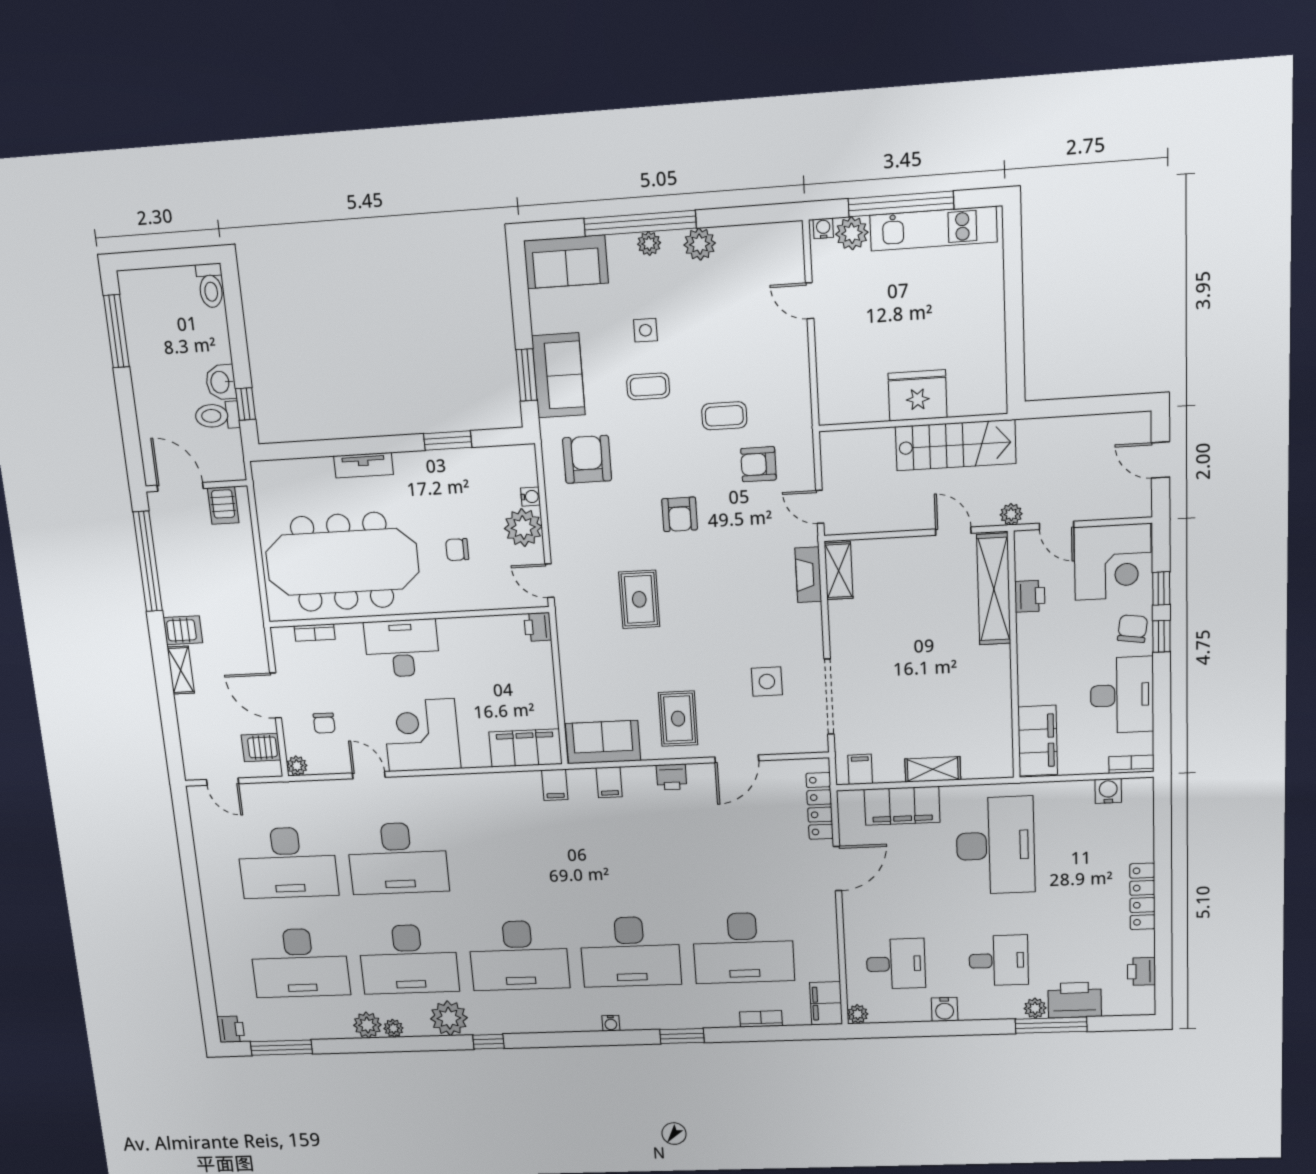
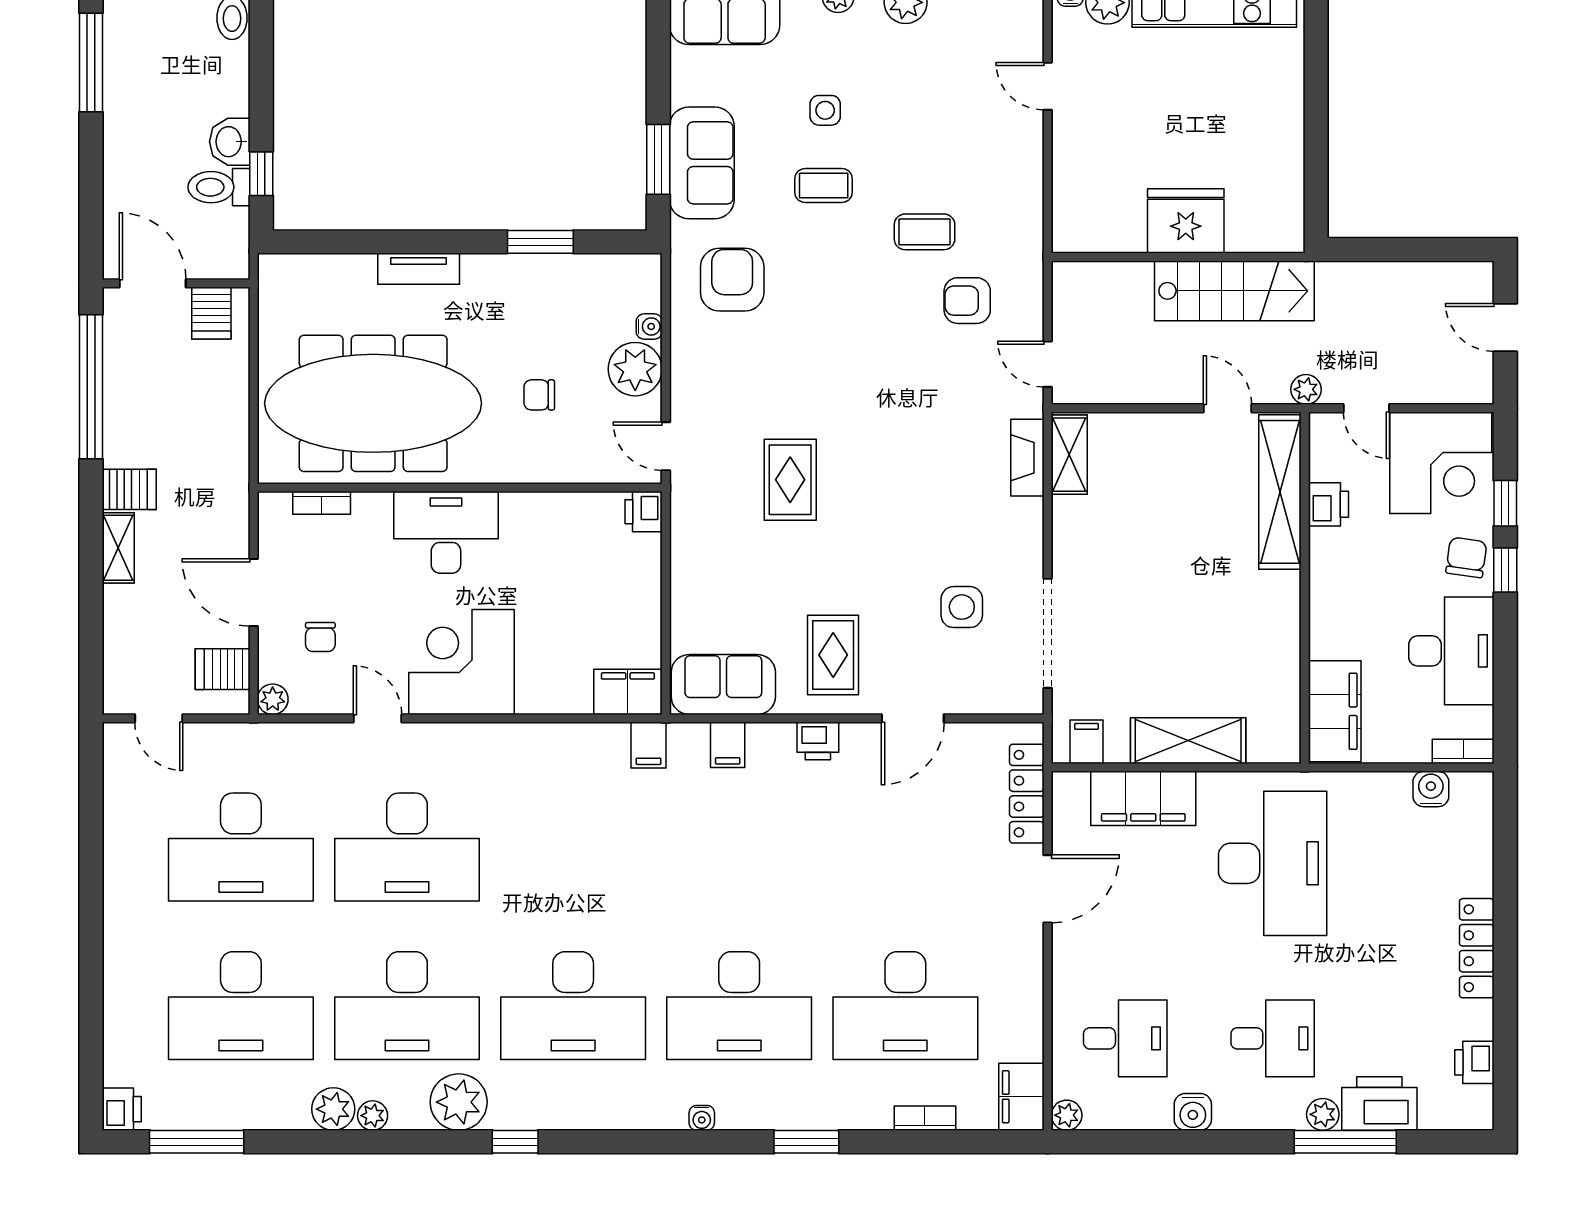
armchair: (680, 514) -> (855, 363), removed
filing cabinet: (526, 748) -> (628, 692), width x0.67, depth x0.86
shelving: (933, 769) -> (1188, 741), width x1.50, depth x1.33

